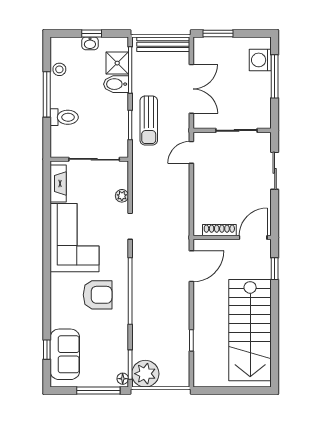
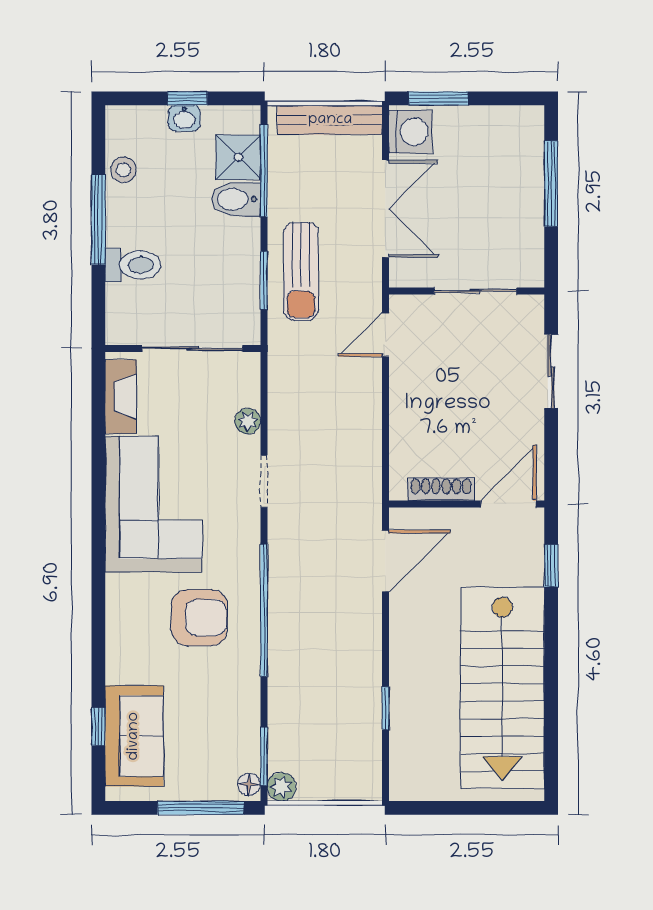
washing machine: (260, 60) -> (411, 132), moved, turned 180
plant: (145, 374) -> (282, 787), width x0.53, depth x0.53

